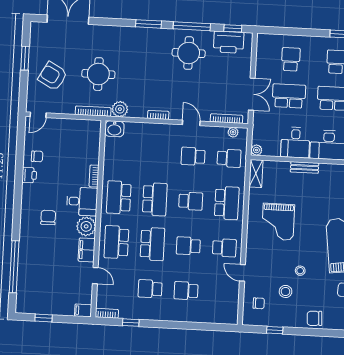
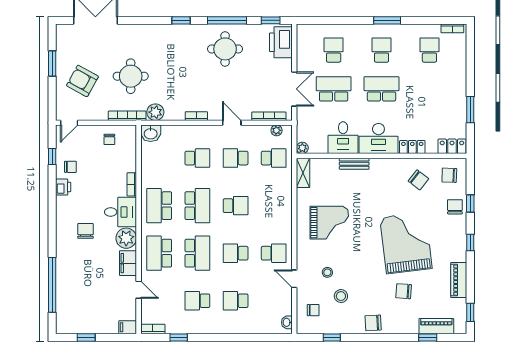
window: (149, 24) -> (181, 20), width x0.67
printer: (229, 42) -> (281, 42), moved, turned 90
chair: (75, 132) -> (109, 139), added
window: (20, 146) -> (52, 156), added
school desk: (227, 203) -> (197, 158), moved, width x0.54
grand piano: (278, 222) -> (329, 223), turned -90
stool: (300, 271) -> (327, 272), moved
washbasin: (233, 314) -> (287, 322), added

